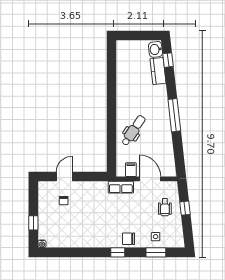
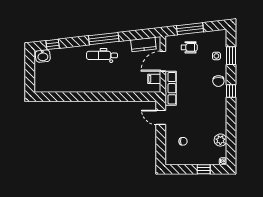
kitchen counter: (158, 71) -> (143, 45), moved
dental chair: (133, 130) -> (102, 55), moved, turned -34
door: (64, 177) -> (161, 117), moved
row of seats: (121, 187) -> (171, 88), width x1.48
window: (185, 208) -> (190, 29), width x2.17
plant: (65, 241) -> (220, 140), added

